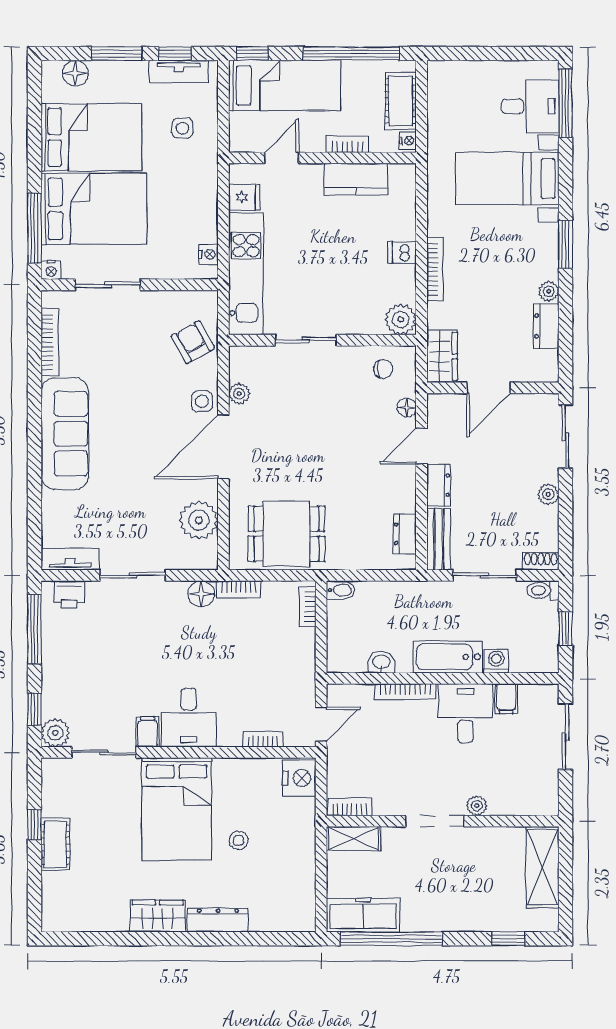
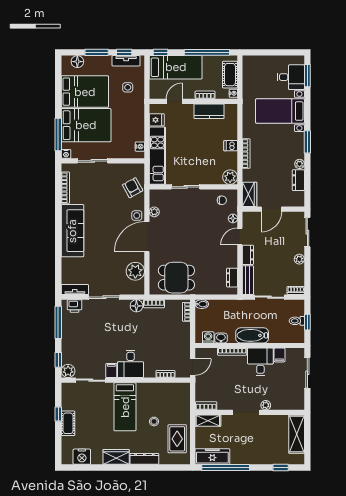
window: (565, 103) -> (307, 76), width x0.69
toilet: (543, 590) -> (297, 321), moved
washing machine: (496, 661) -> (208, 337), moved
nightstand: (299, 778) -> (82, 457), moved, turned 90
bed: (177, 809) -> (125, 407), width x0.67
rug: (288, 877) -> (177, 439), added

